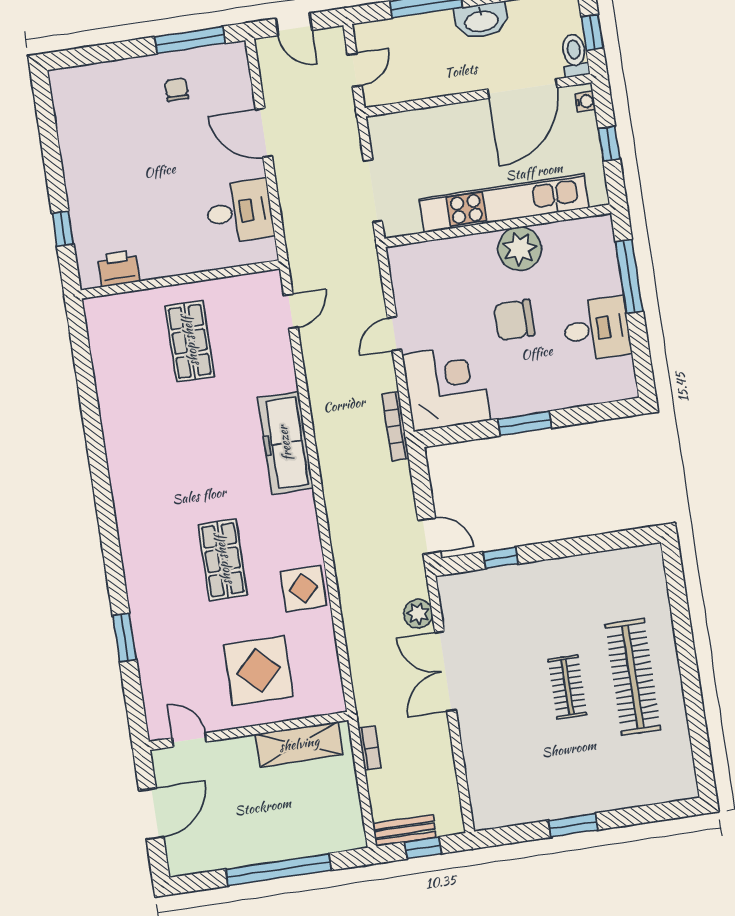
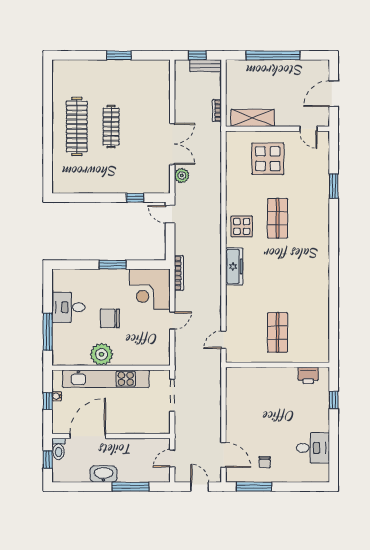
water cooler: (585, 101) -> (57, 396), moved
door: (264, 133) -> (223, 455), moved
desk: (239, 211) -> (313, 448), moved, turned 180
chair: (514, 320) -> (110, 318), turned 180
freezer: (285, 443) -> (234, 266), width x0.73, depth x0.79
display table: (303, 589) -> (242, 226), moved
clothes rail: (567, 687) -> (111, 127), width x1.36

